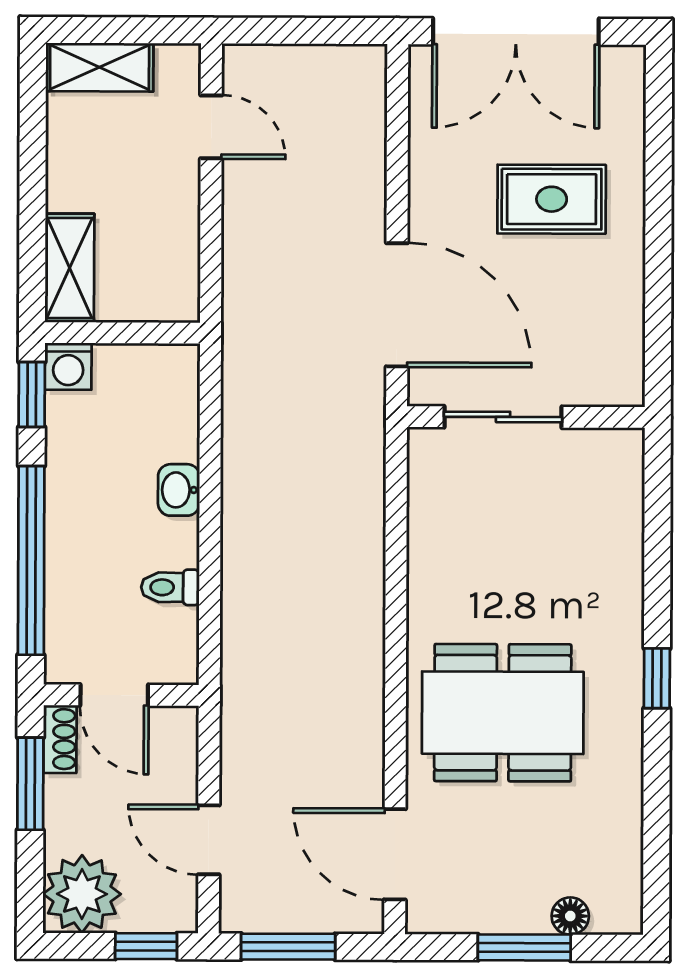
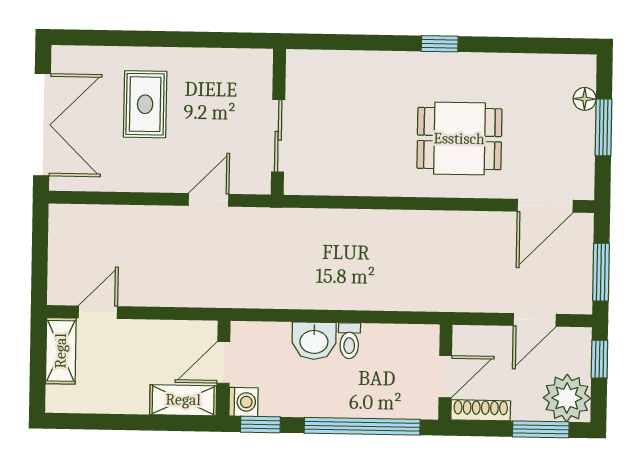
shelving: (100, 67) -> (61, 351), moved
door: (397, 305) -> (209, 200), width x0.53
door: (132, 333) -> (223, 362), added
washbasin: (179, 490) -> (314, 341), width x1.38, depth x1.45
toilet: (170, 587) -> (349, 341), moved
dining table: (503, 713) -> (459, 139), width x0.73
shoe rack: (60, 739) -> (481, 410), width x1.43
window: (30, 784) -> (541, 429), moved

